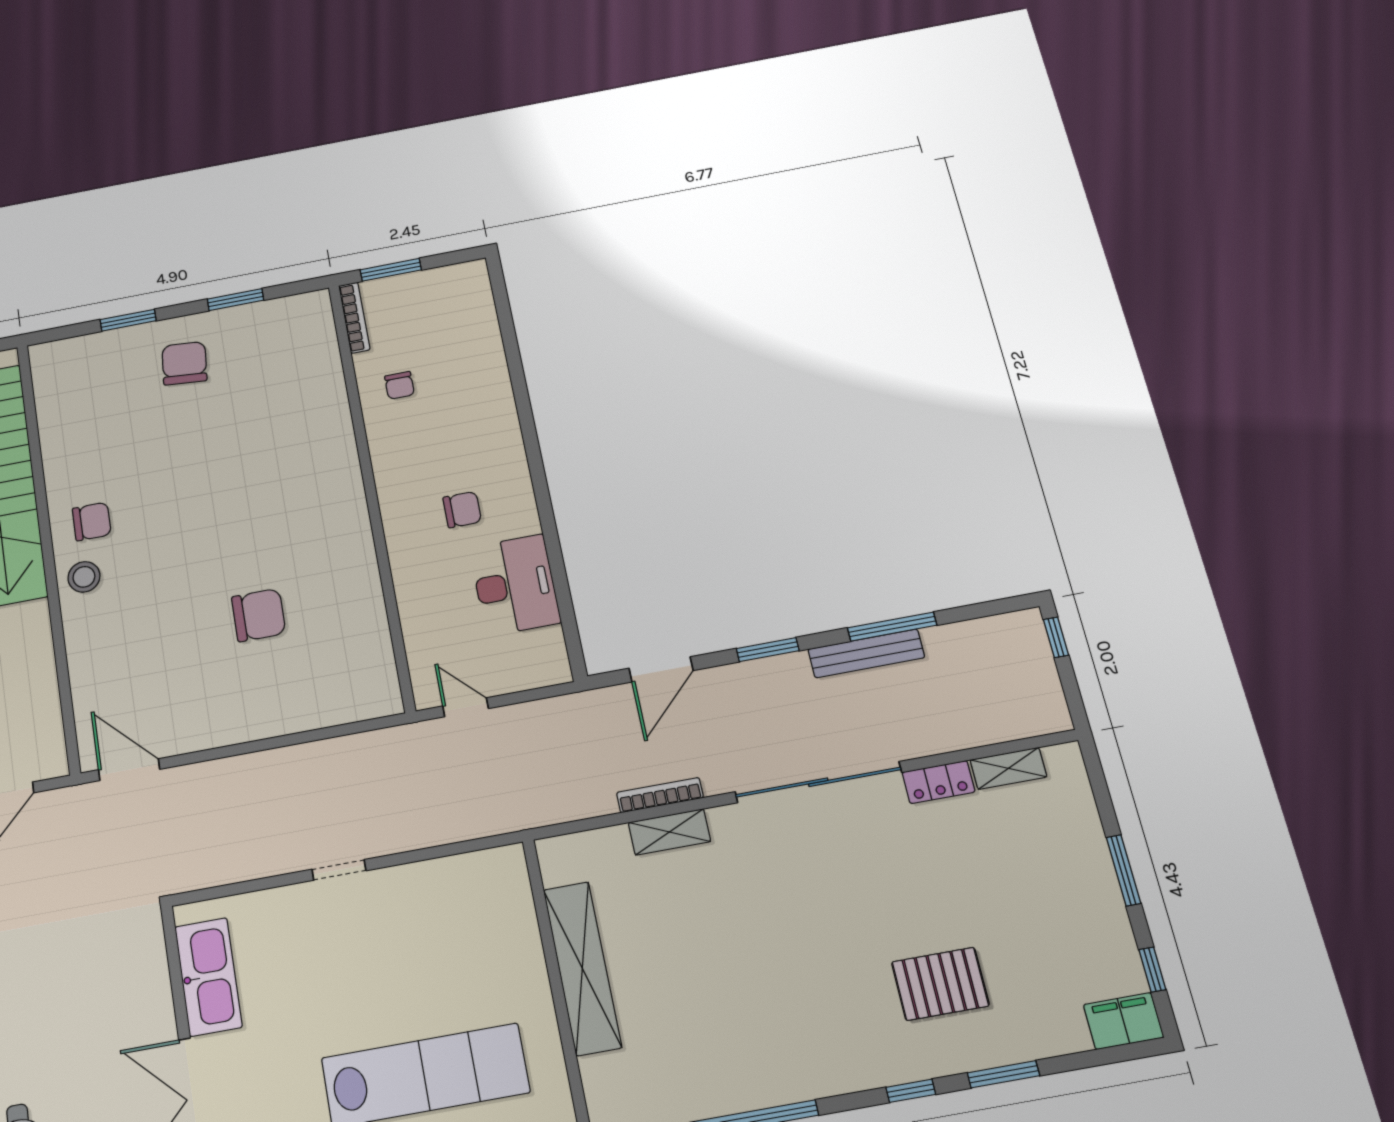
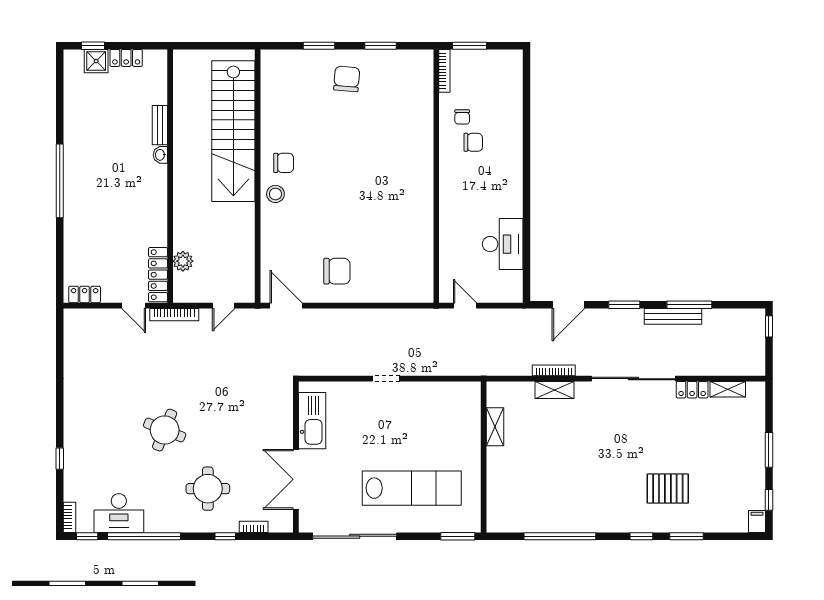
chair: (462, 510) -> (473, 142), moved
chair: (259, 615) -> (337, 271), moved
shelving: (582, 968) -> (495, 427), width x0.45, depth x0.75
filing cabinet: (1123, 1021) -> (757, 522), width x0.50

